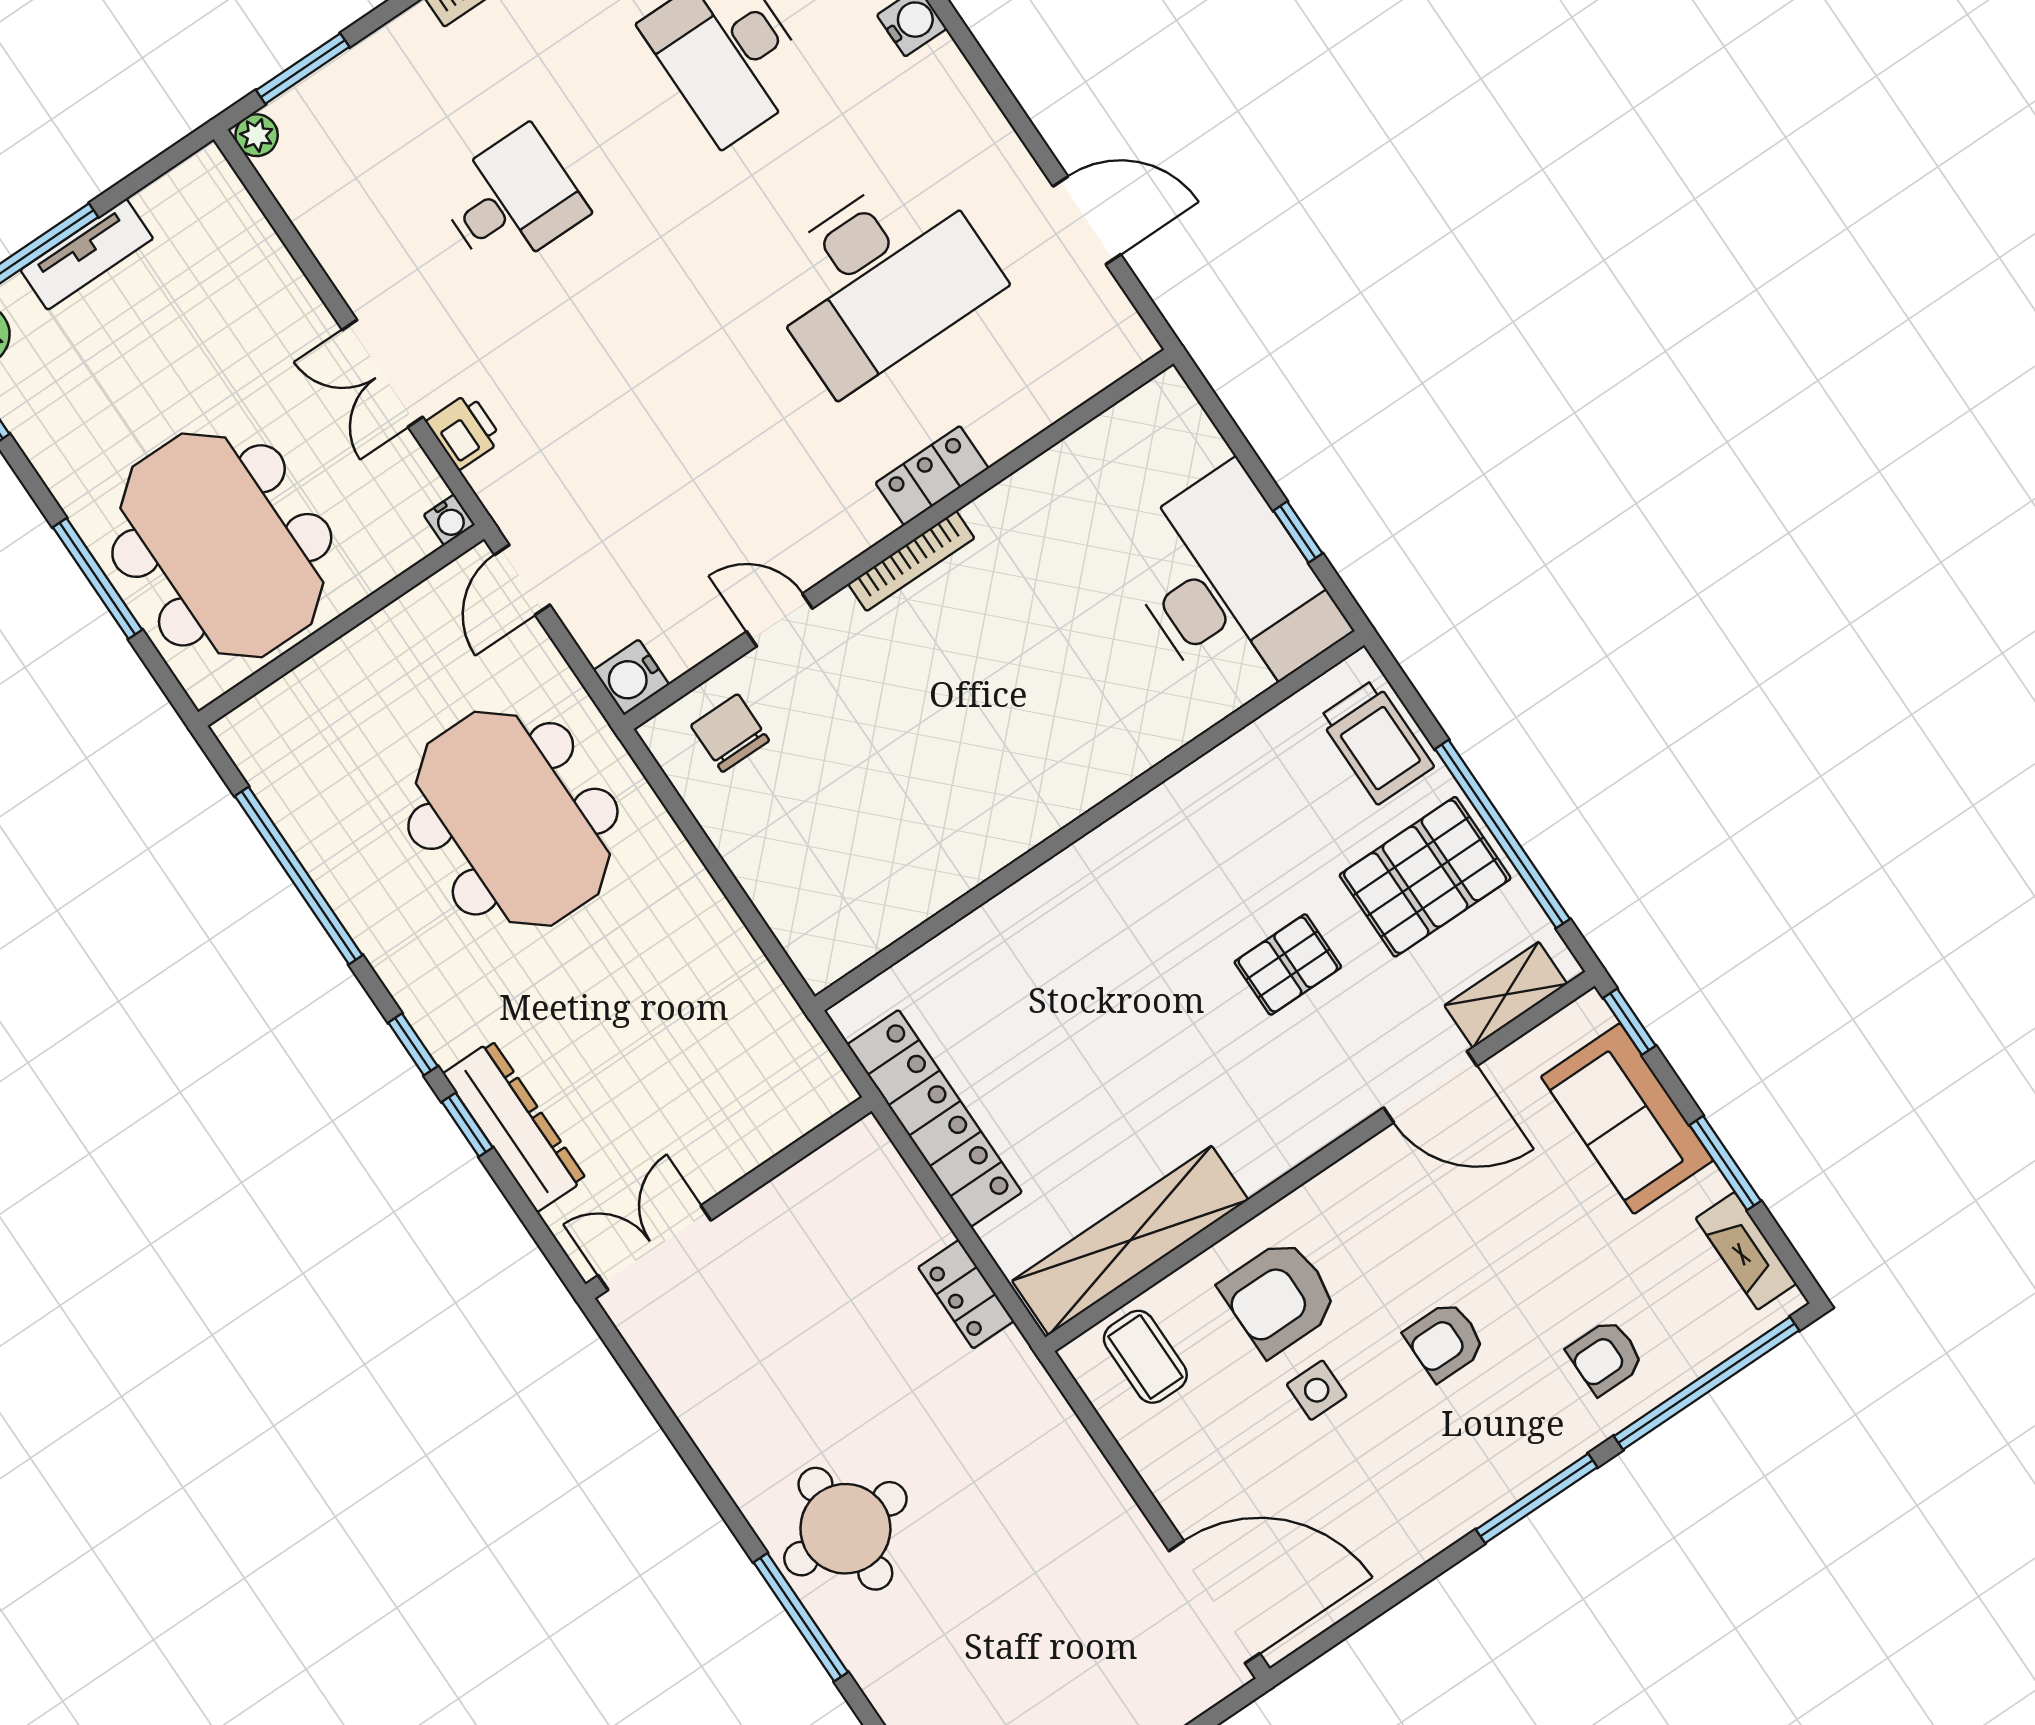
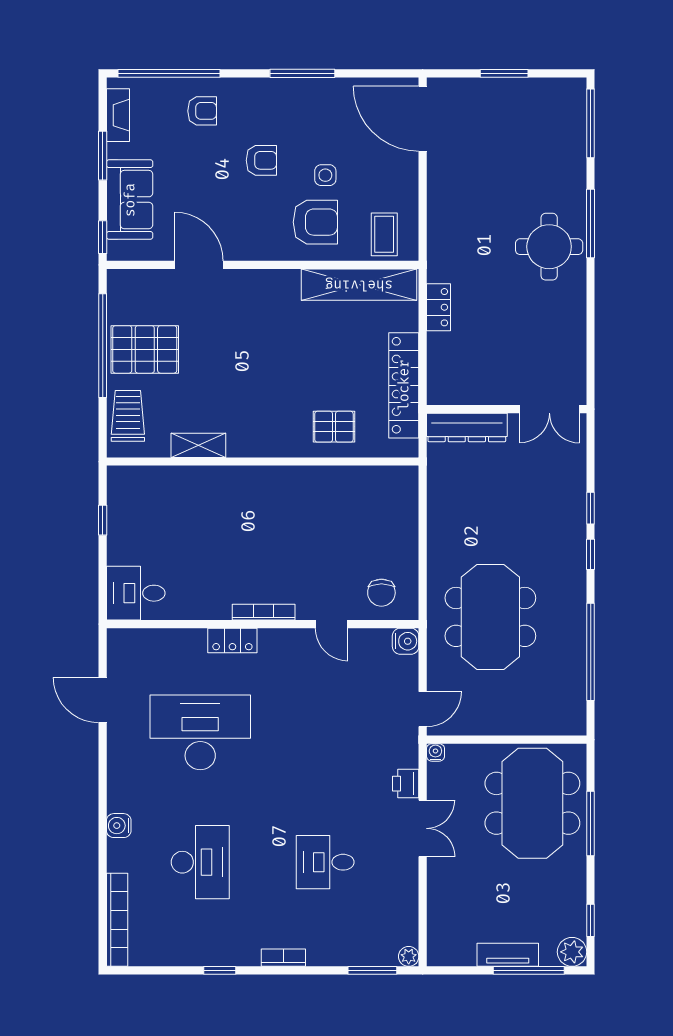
desk: (1230, 588) -> (136, 593), moved, width x0.53, depth x0.77
pallet: (1288, 964) -> (334, 427), moved
shelving: (1506, 995) -> (198, 445), moved
dresser: (515, 1126) -> (467, 427), moved, turned -90
window: (1537, 1498) -> (302, 73), moved

